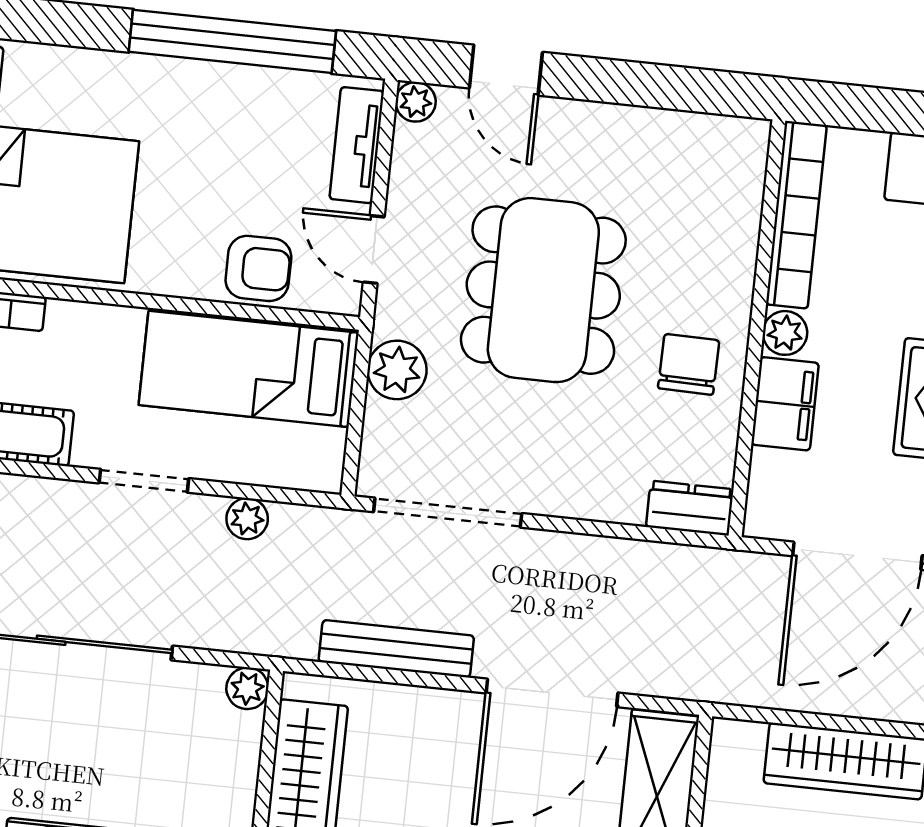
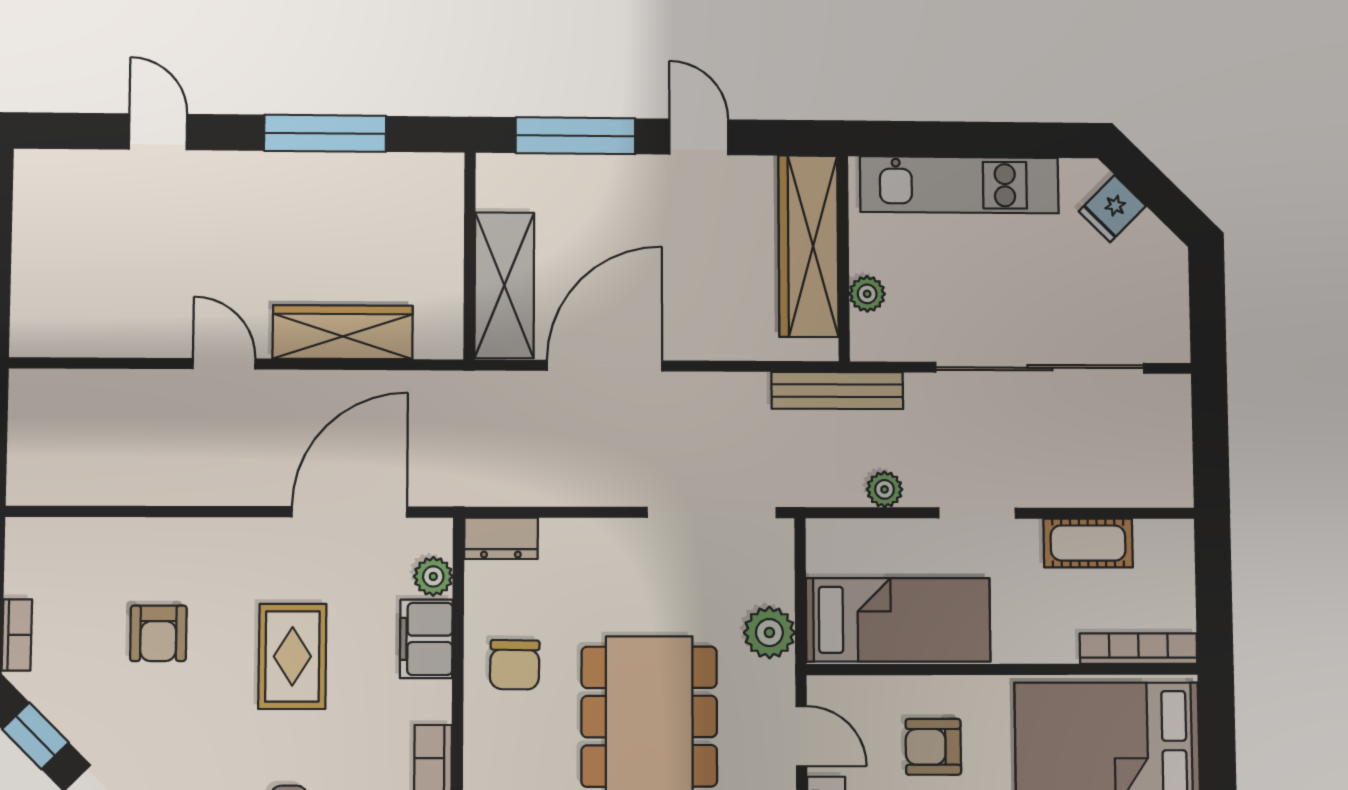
armchair: (258, 268) -> (933, 747), moved
plant: (785, 333) -> (433, 576), moved
bench: (396, 649) -> (837, 391), moved
plant: (247, 688) -> (867, 294), moved

